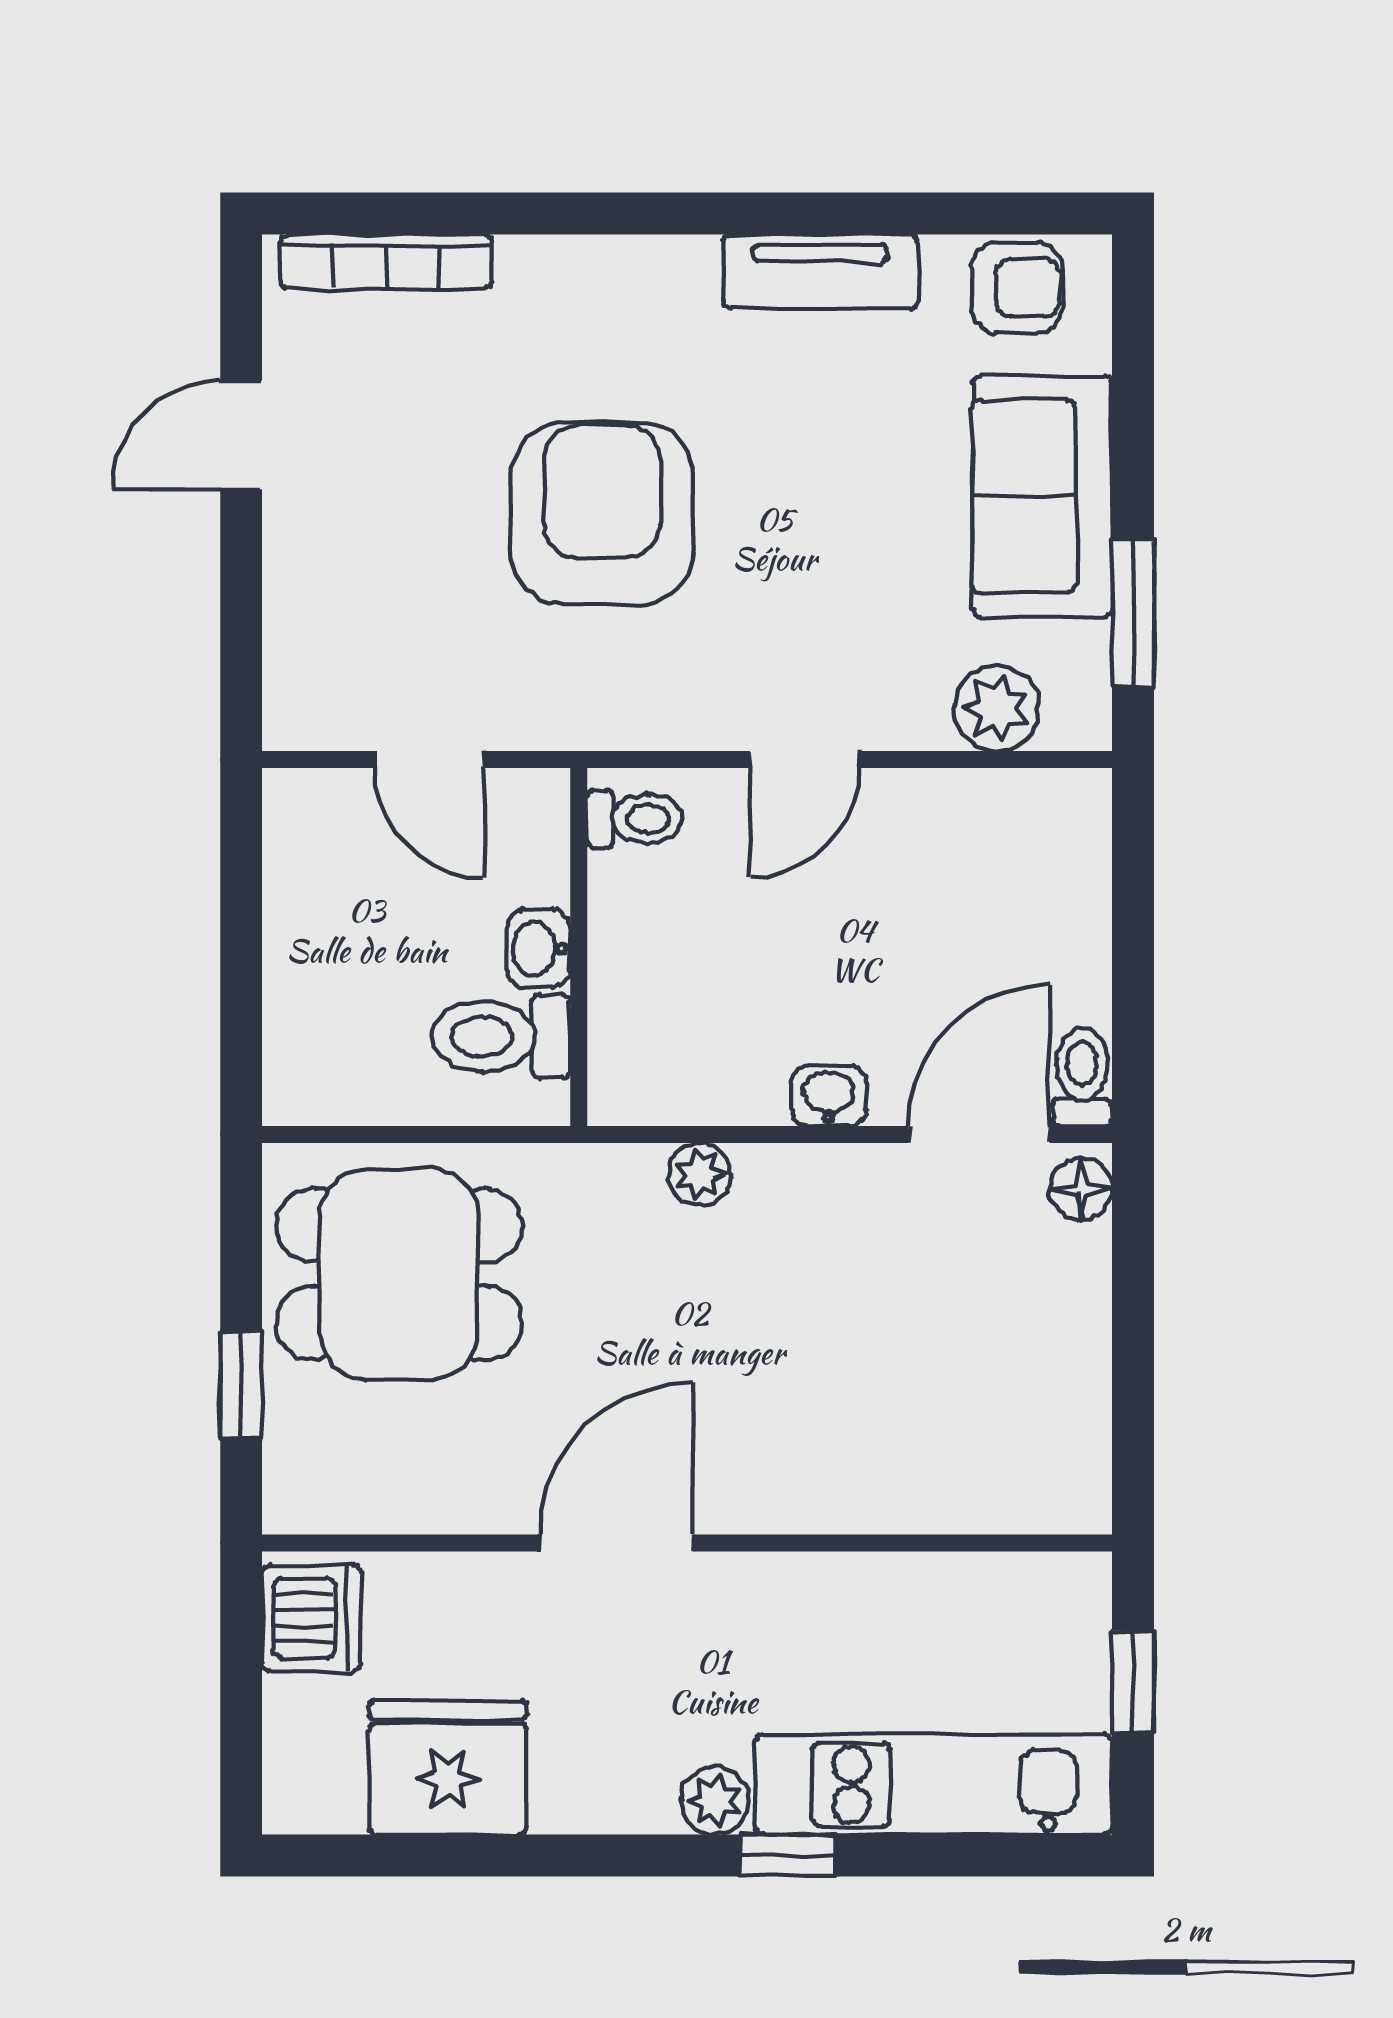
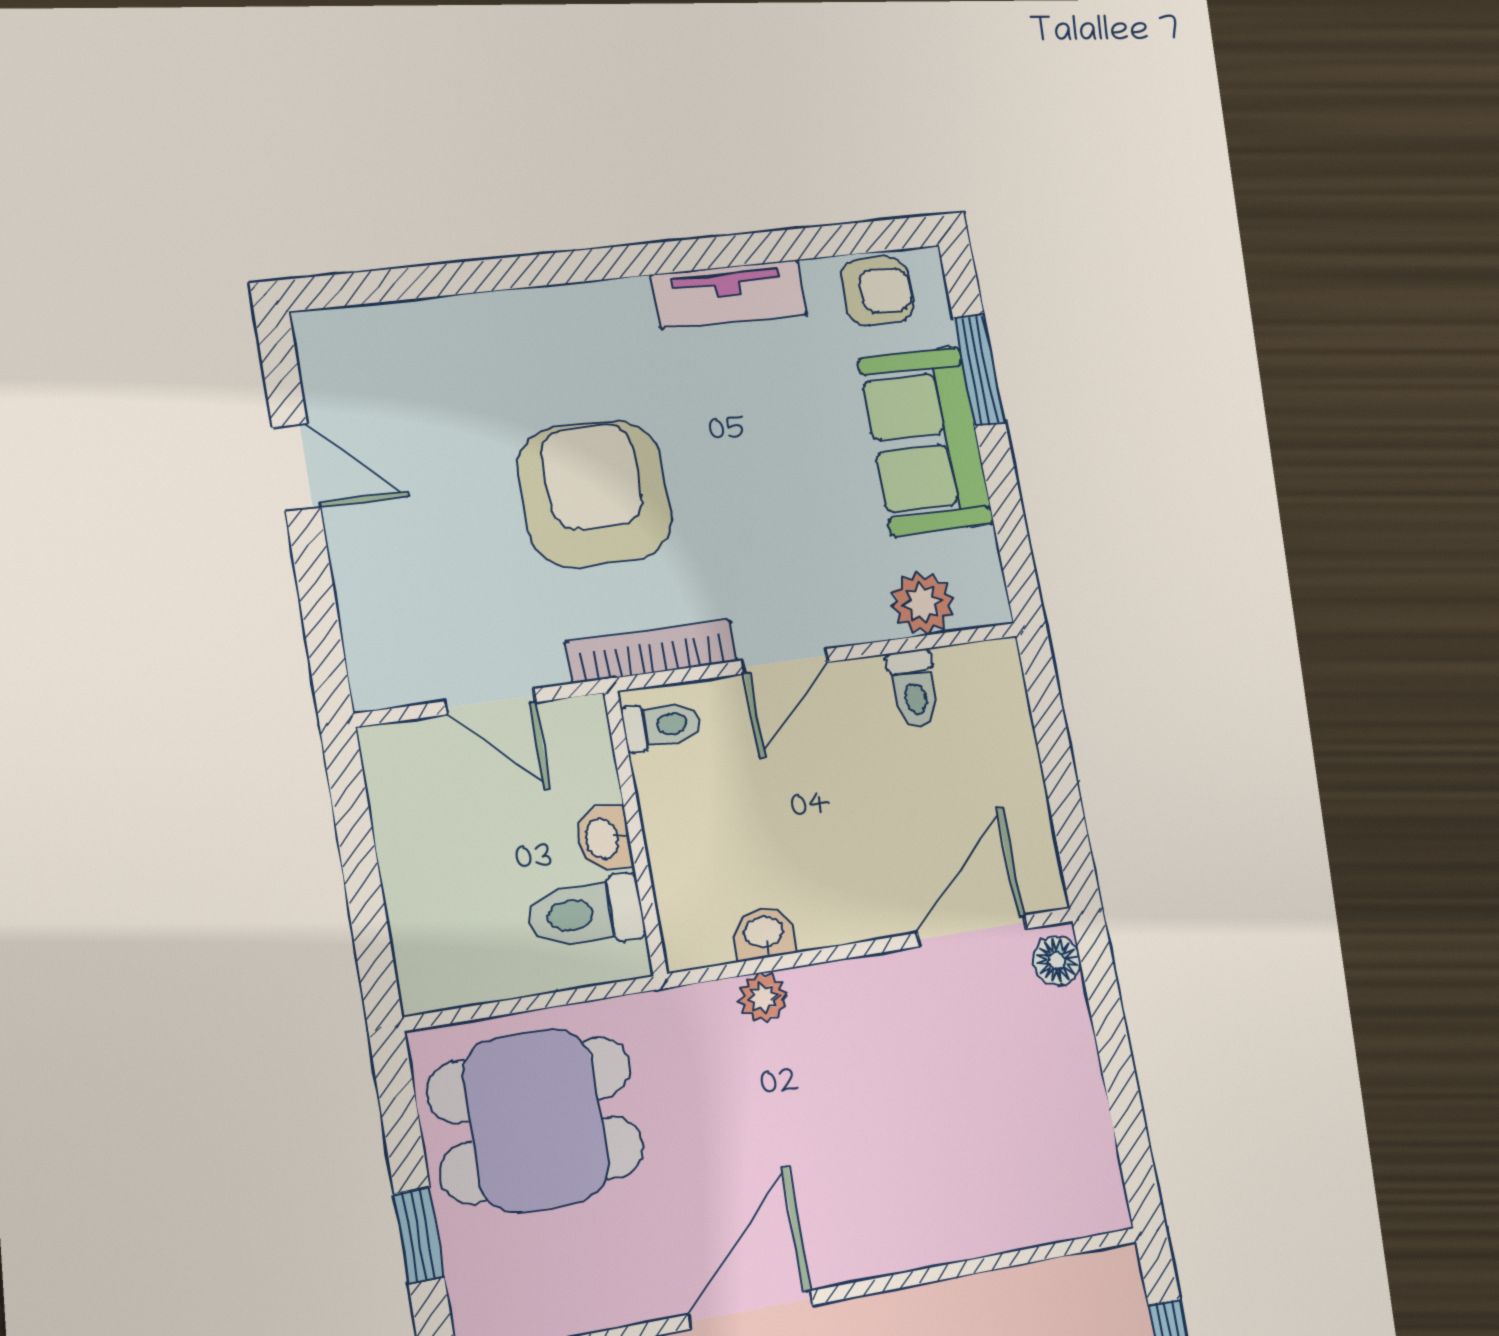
bookcase: (386, 261) -> (652, 652), moved, turned 180
door: (241, 435) -> (296, 467), swing flipped
window: (1133, 614) -> (979, 370), moved
toilet: (1082, 1077) -> (914, 688), moved, turned 180
washbasin: (829, 1096) -> (764, 933), moved

